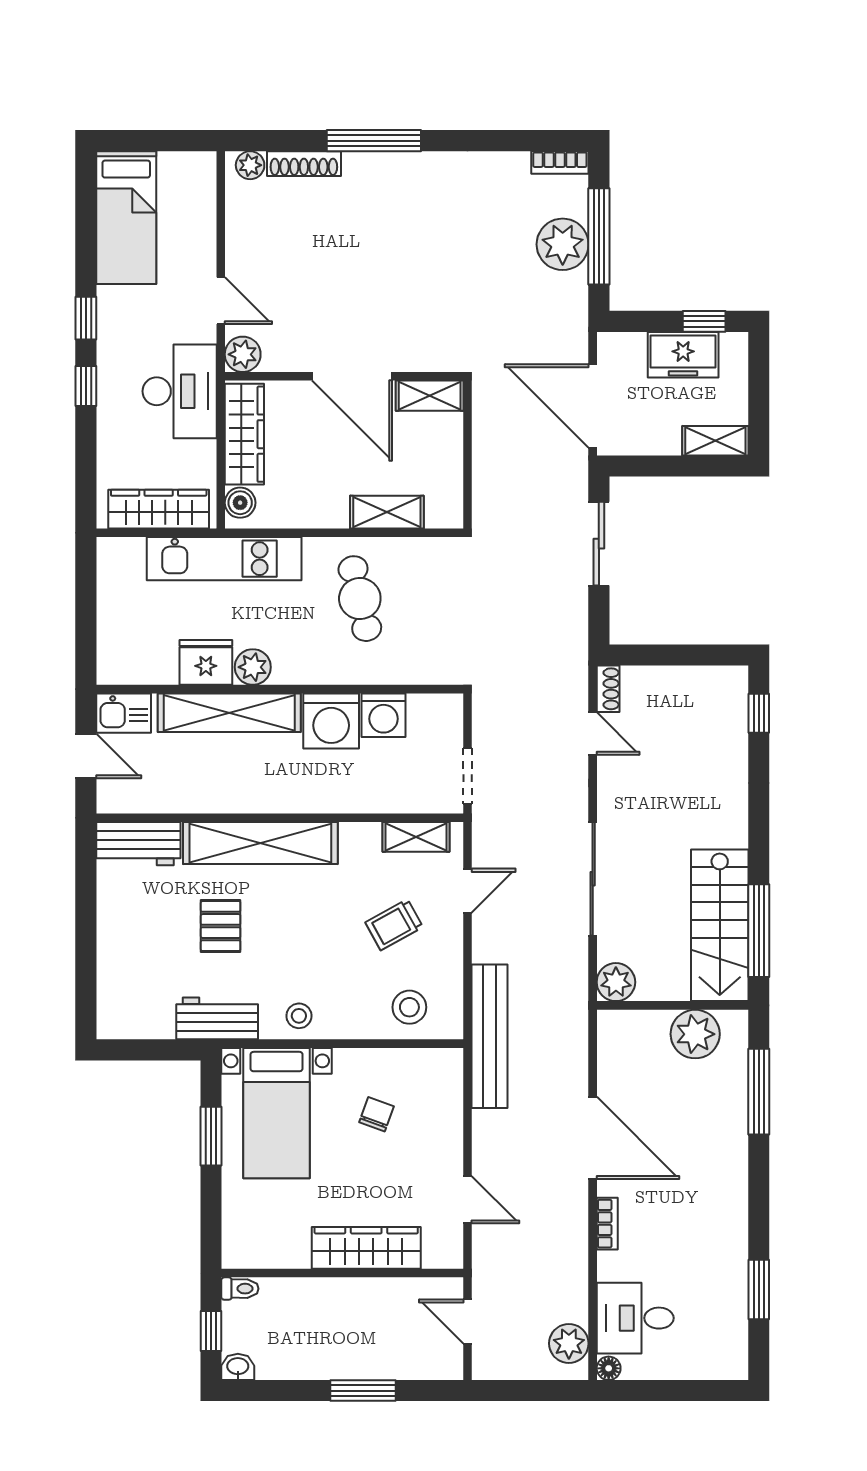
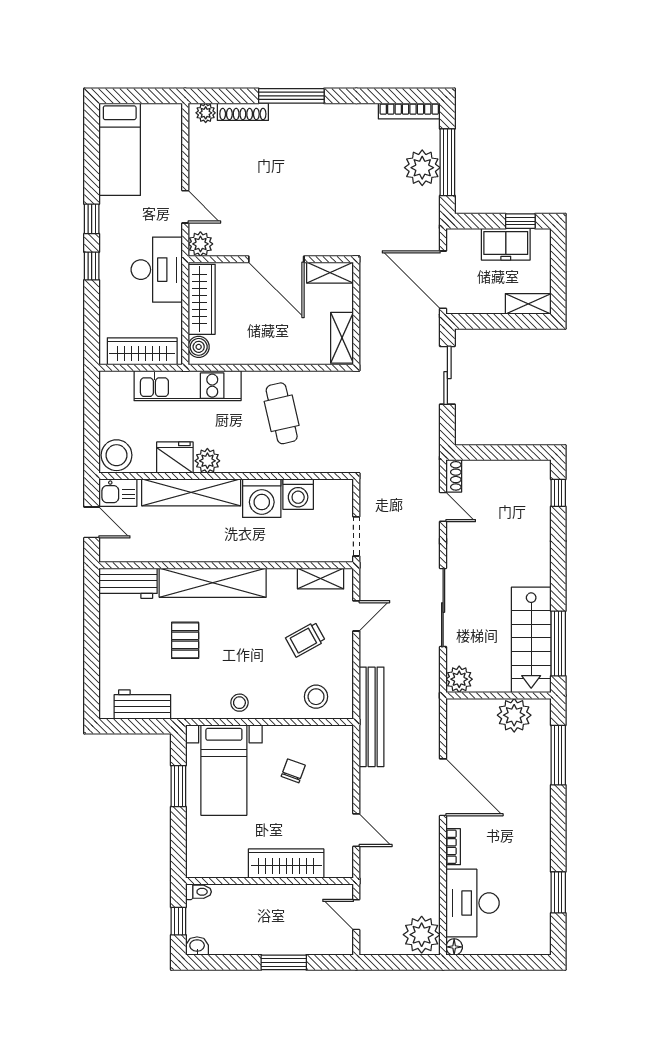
bookcase: (560, 162) -> (409, 111), width x1.56
shelving: (387, 512) -> (342, 338), moved, turned 90
stool: (122, 659) -> (117, 455), added
workbench: (217, 1018) -> (142, 704), moved
desk: (635, 1318) -> (473, 903), width x1.37
plant: (569, 1343) -> (422, 935), width x1.36, depth x1.36

